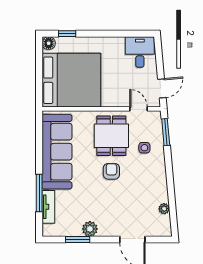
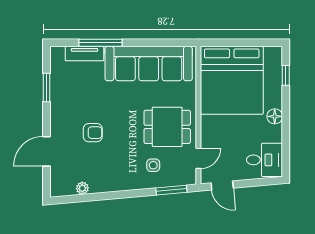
floor lamp: (49, 43) -> (275, 116), moved
armchair: (111, 171) -> (93, 133), moved
plant: (90, 229) -> (59, 102), removed

